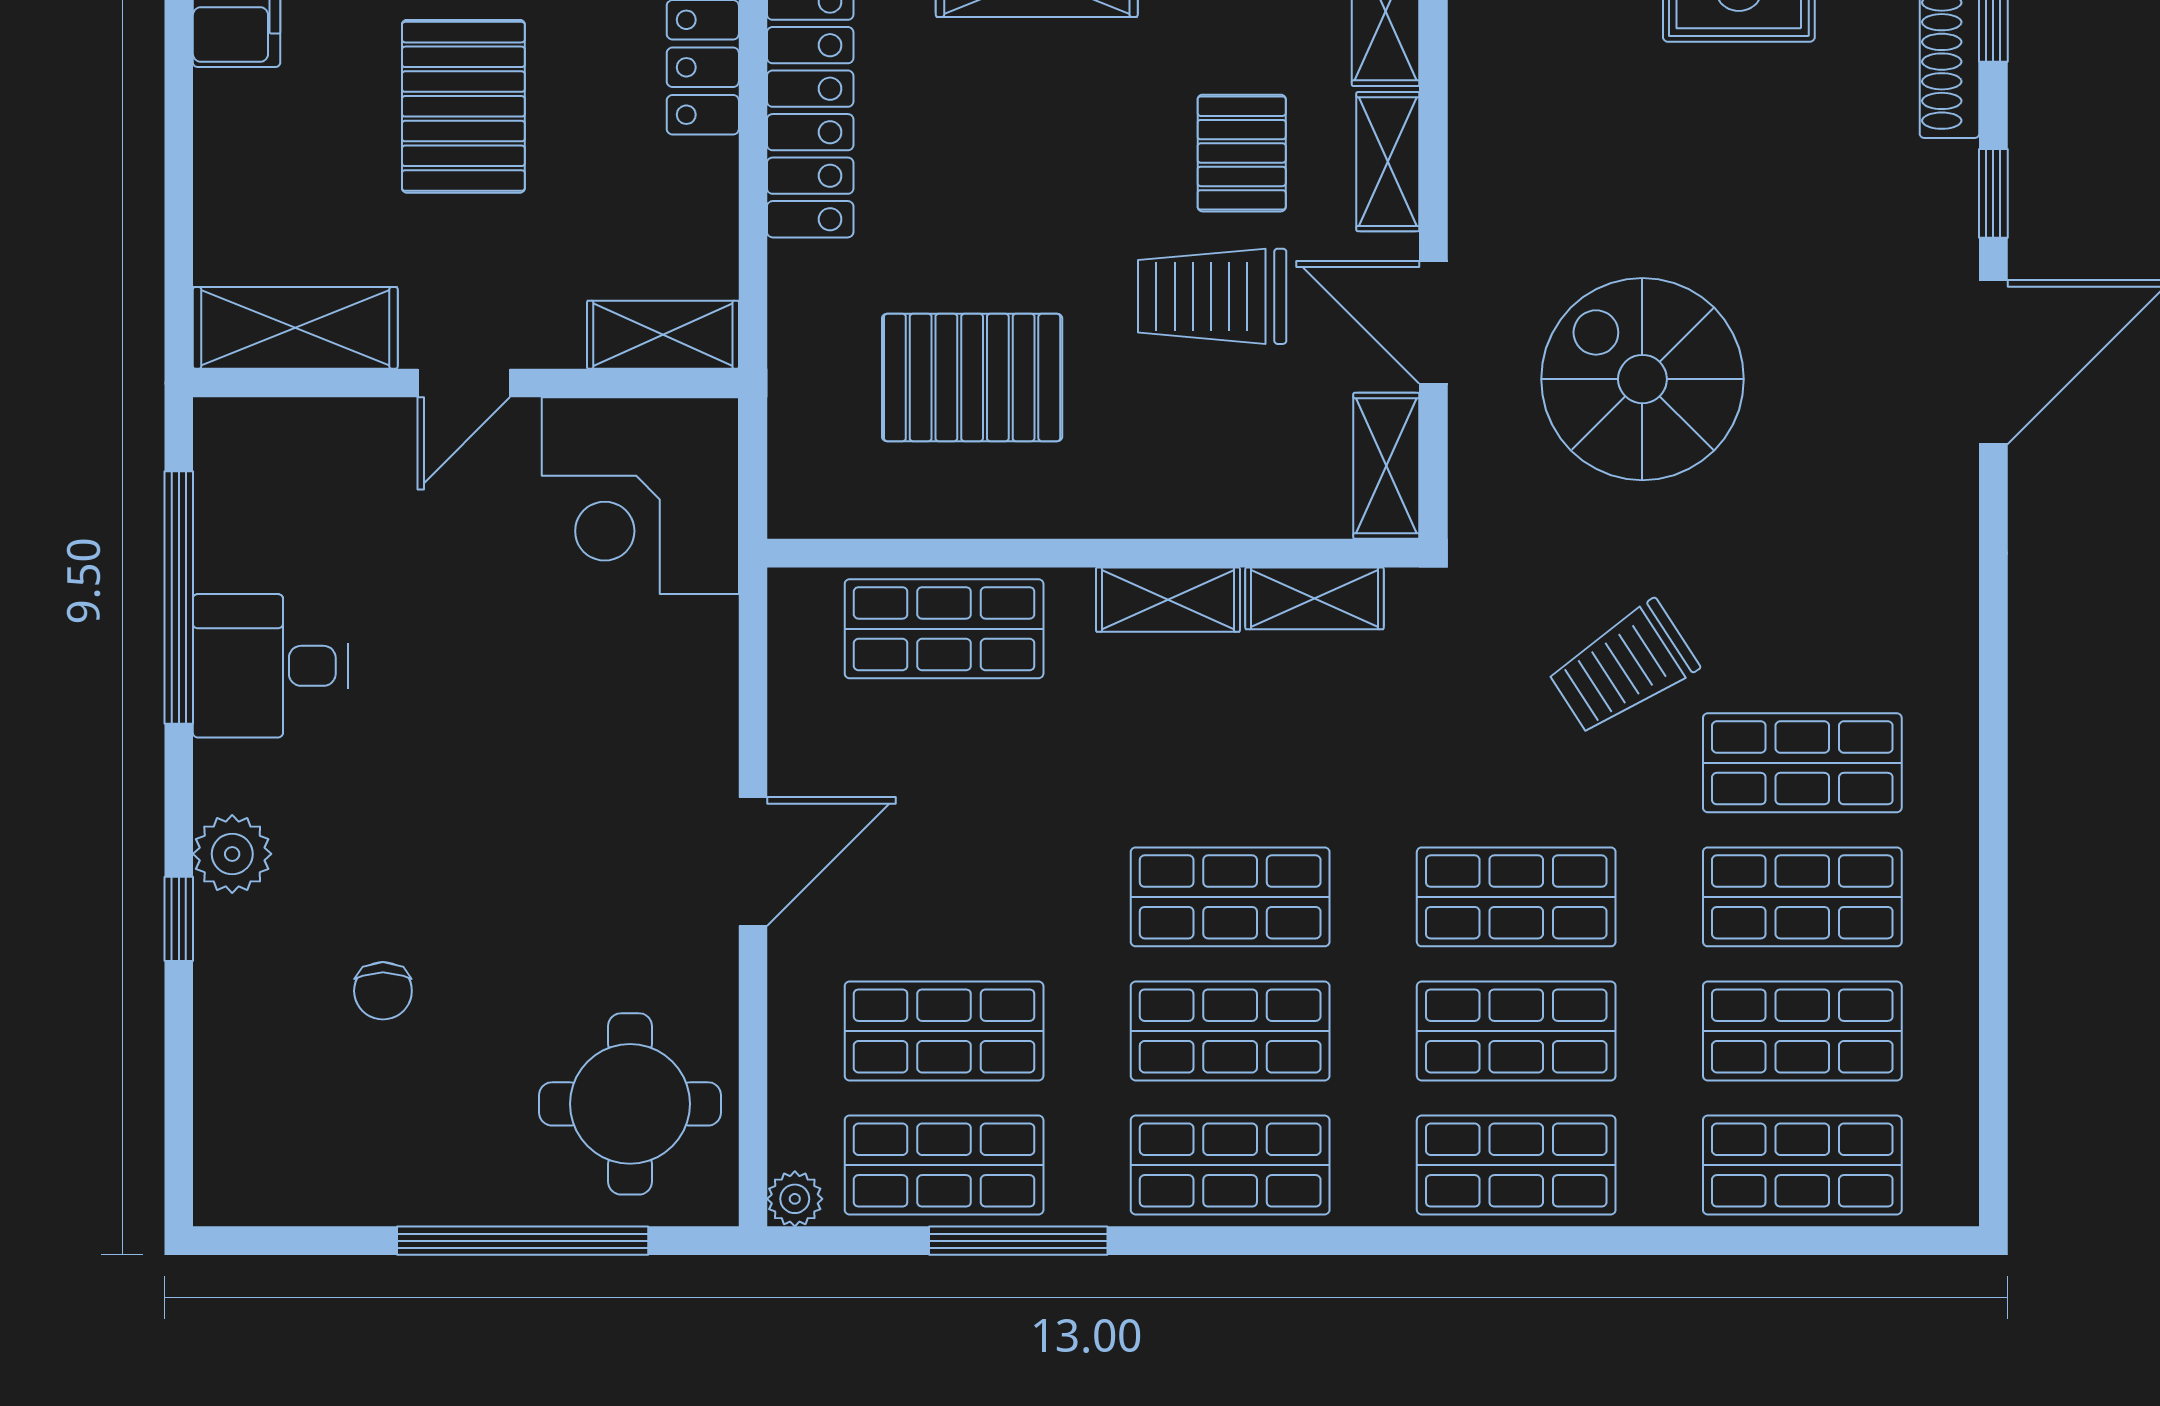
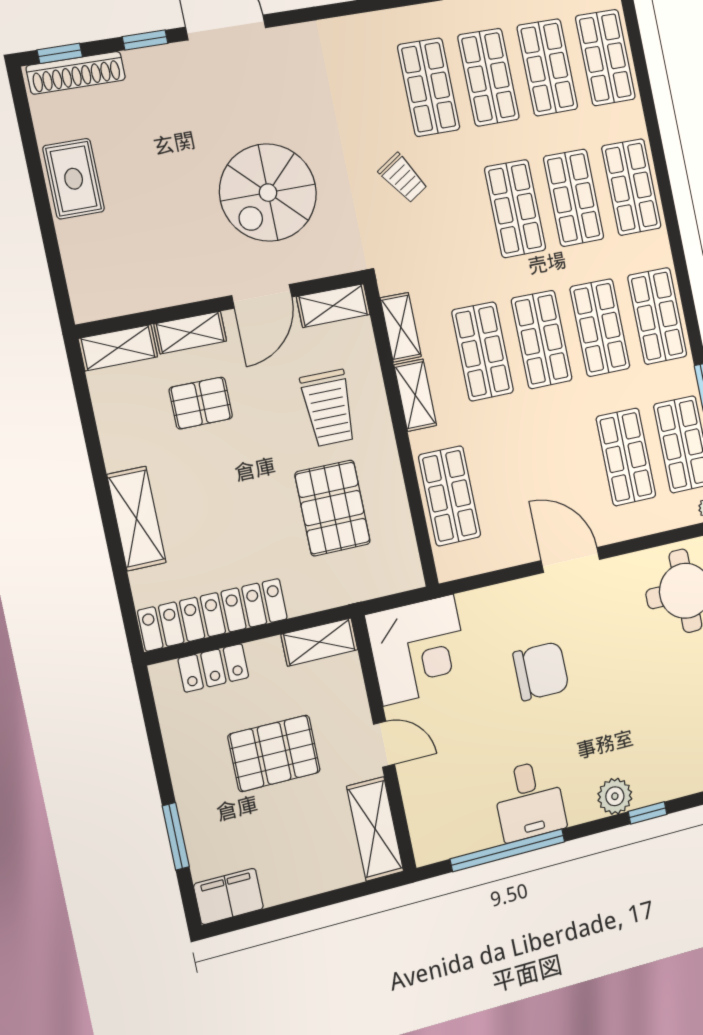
pallet: (463, 106) -> (274, 753), moved
trolley: (1212, 296) -> (328, 408), moved
shelving: (663, 335) -> (319, 642), moved, turned 90
trolley: (1623, 668) -> (403, 178), width x0.73, depth x0.72
shop shelf: (1230, 763) -> (483, 351), added
chair: (383, 991) -> (541, 671), moved, width x1.87, depth x1.87

